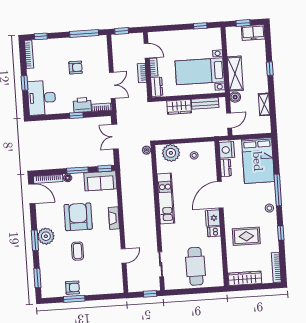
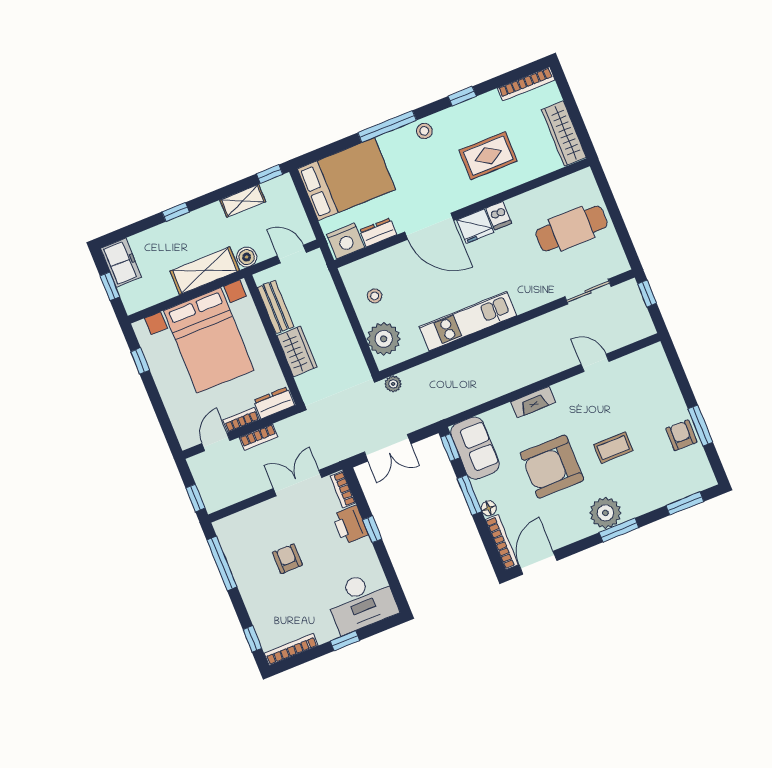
bed with nightstands: (200, 71) -> (209, 340), width x1.36
window: (273, 123) -> (270, 174), added
rug: (246, 236) -> (488, 156), turned 90

